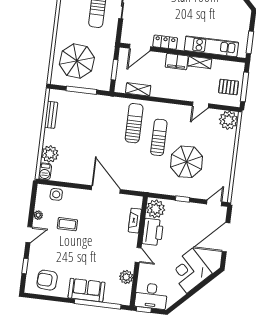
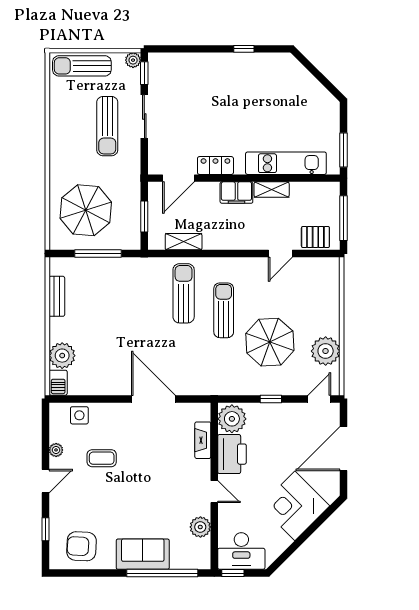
pallet: (229, 87) -> (315, 237), moved
plant: (228, 120) -> (326, 351), moved

